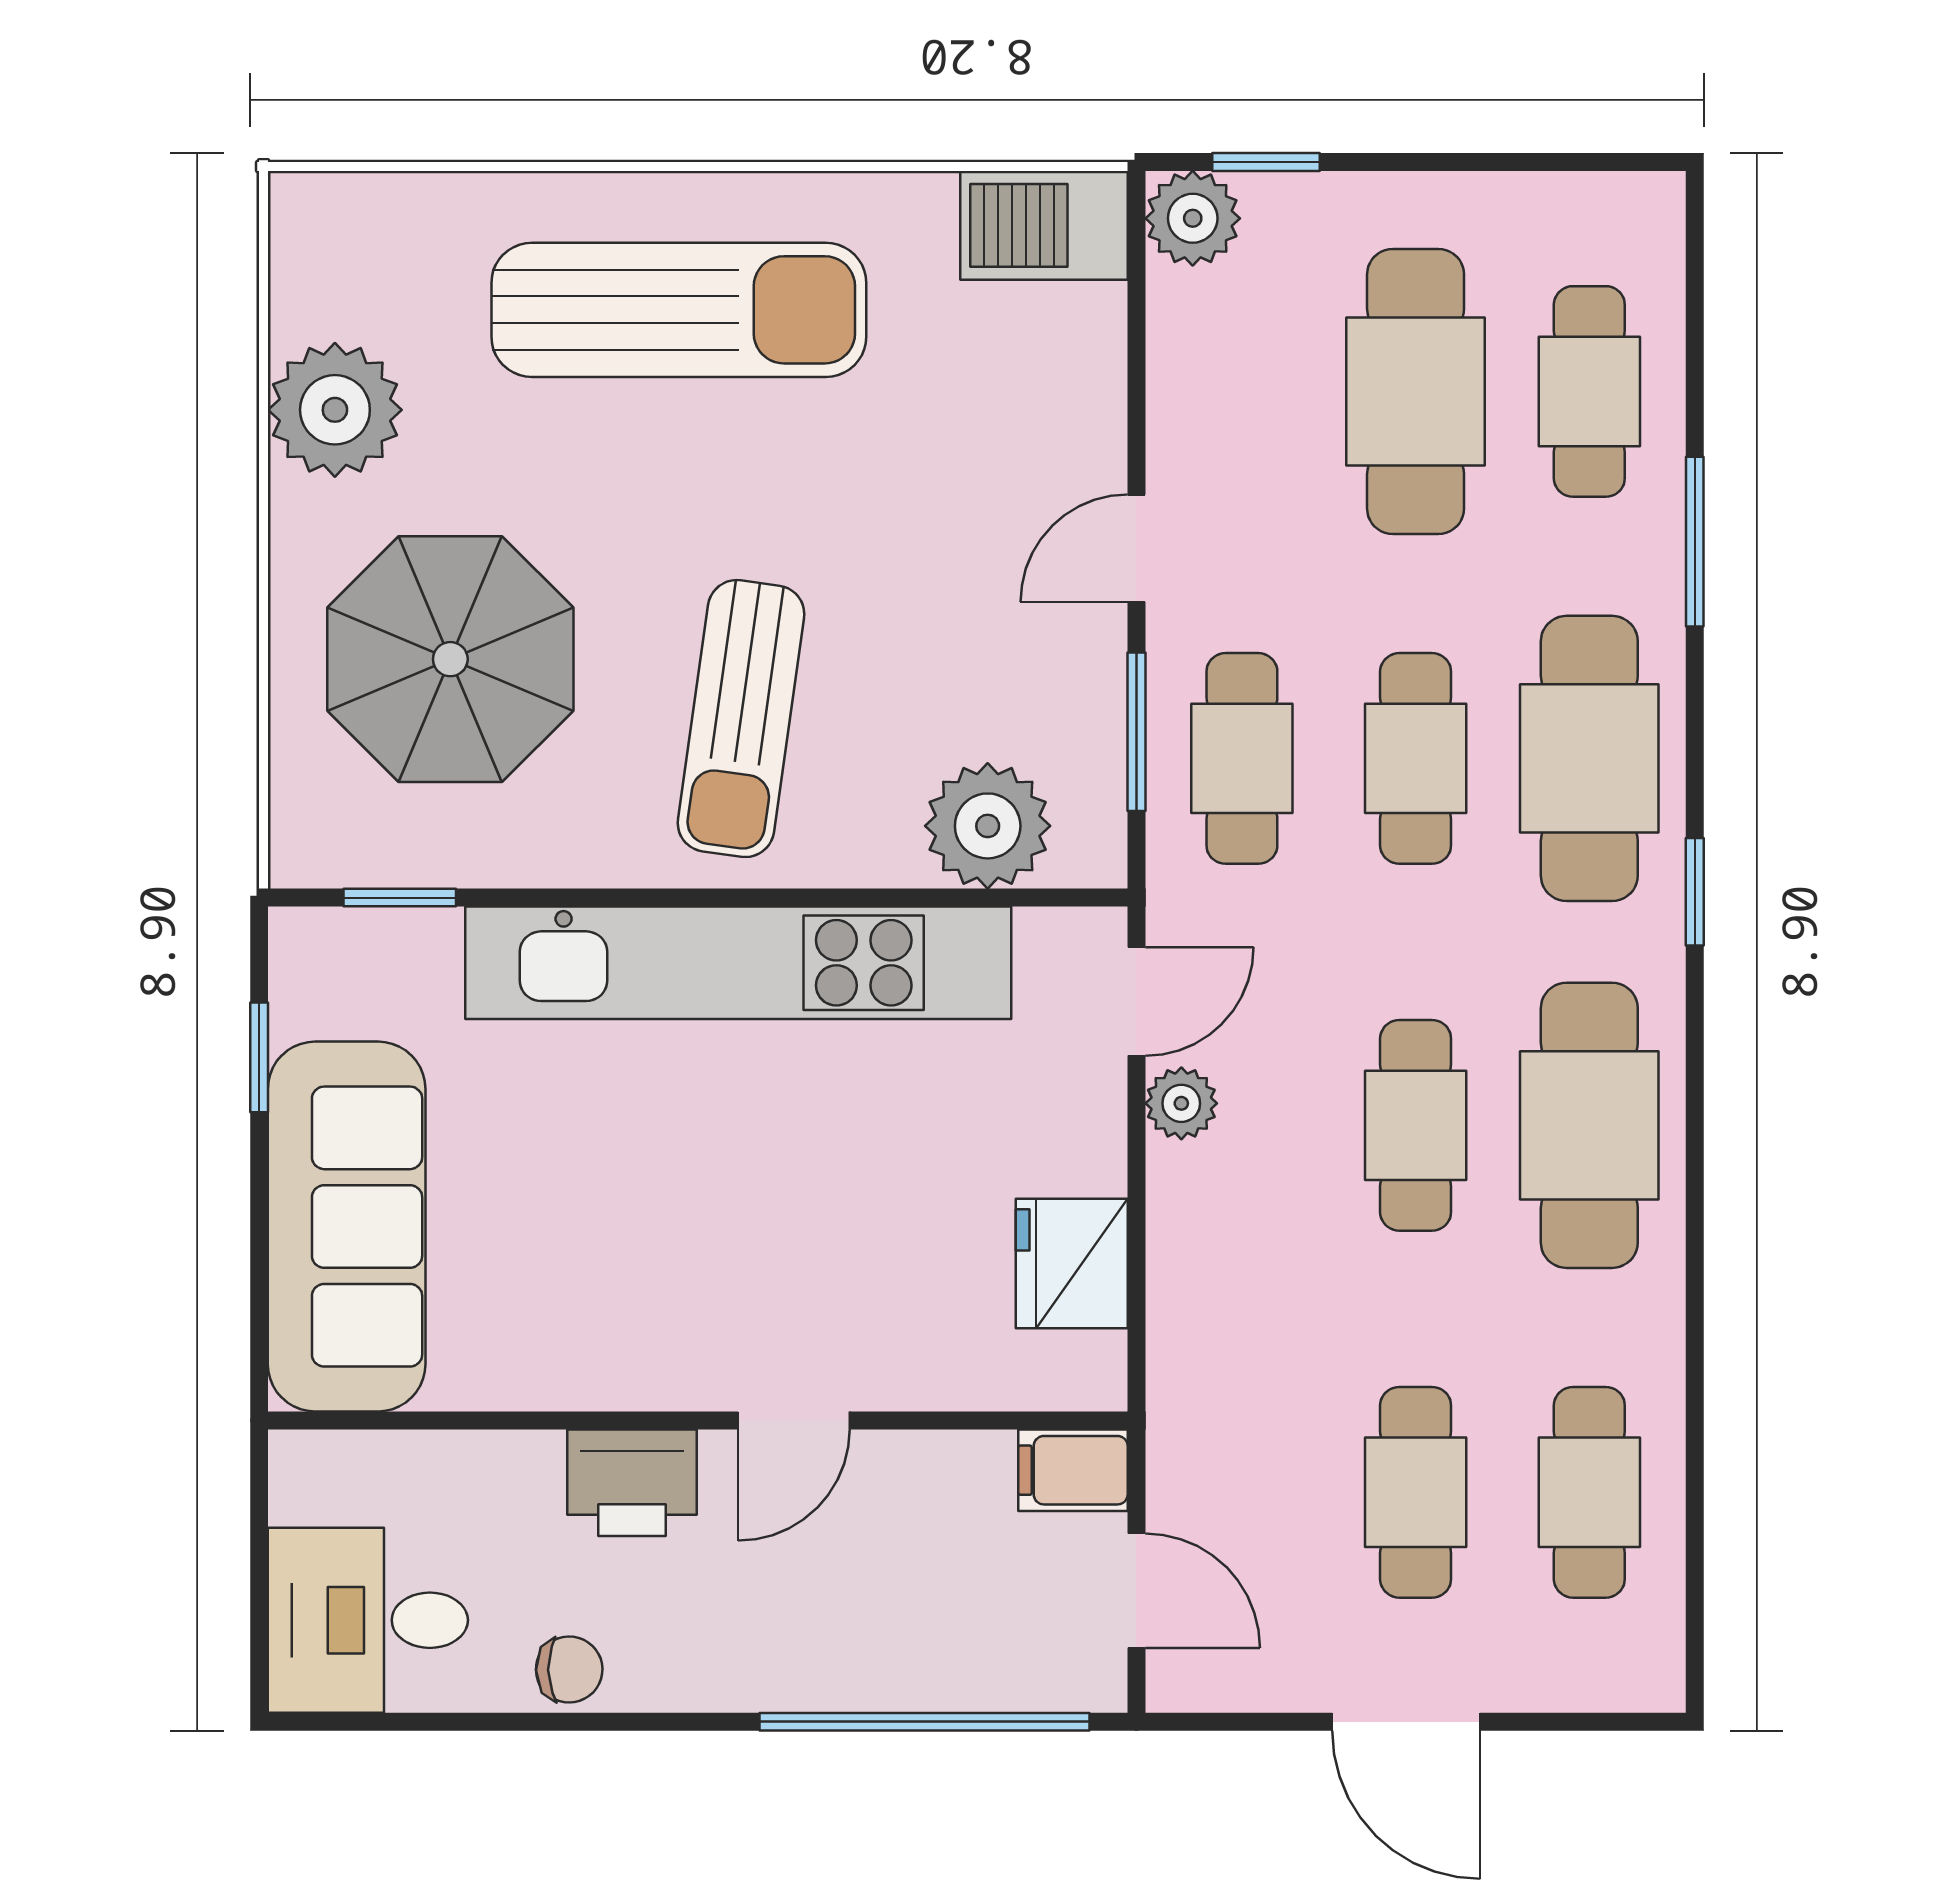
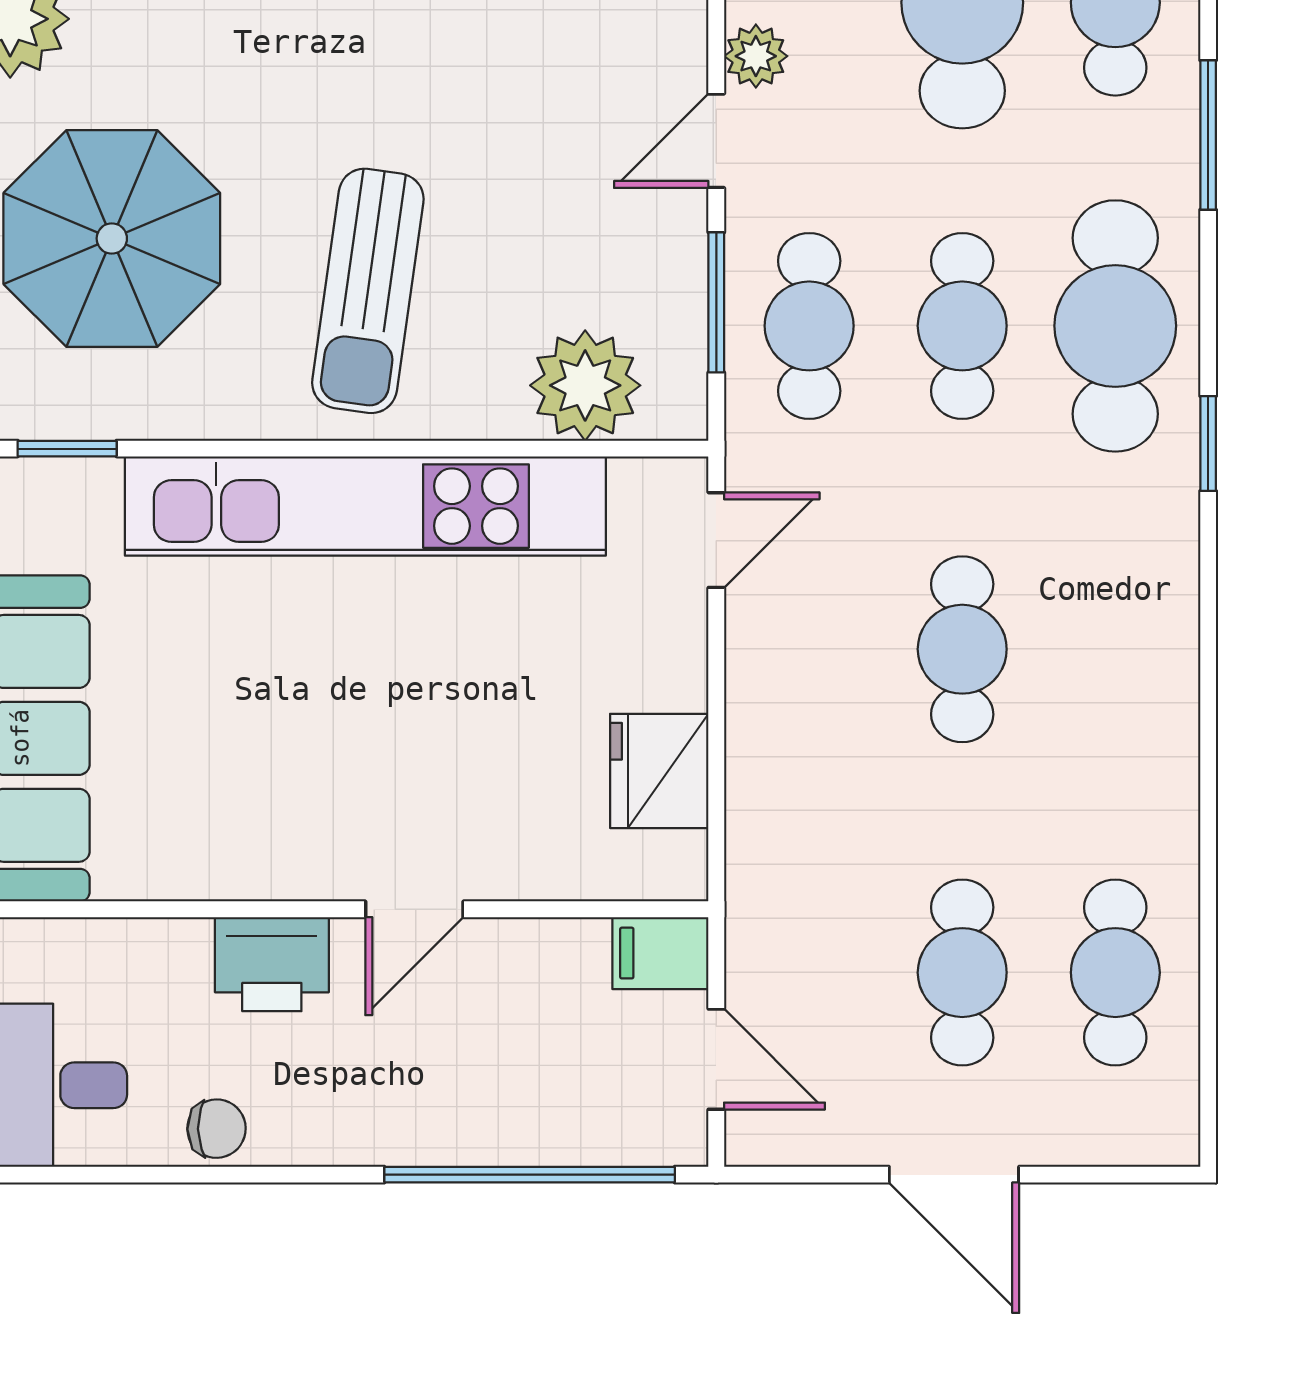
plant: (1181, 1103) -> (756, 56), moved
cafe table: (1589, 1125) -> (1115, 649), removed

